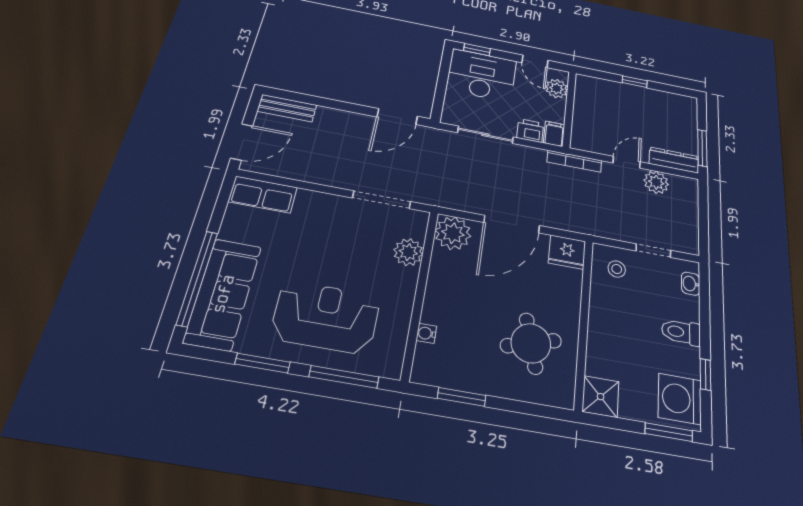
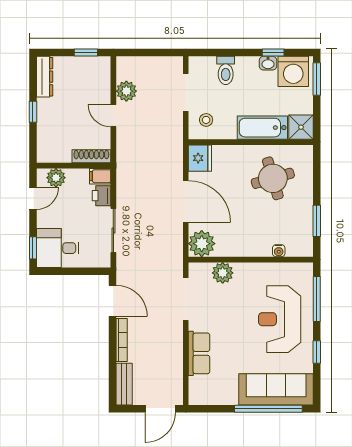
desk: (482, 75) -> (58, 248), width x0.73
shoe rack: (579, 129) -> (91, 156), added
door: (242, 142) -> (160, 409), swing flipped
window: (702, 148) -> (86, 53), width x0.67
dresser: (674, 160) -> (45, 77), moved, turned 180
bookcase: (574, 161) -> (122, 340), moved
row of seats: (263, 194) -> (199, 353), moved
doorway: (653, 251) -> (186, 92), width x1.38
washbasin: (691, 284) -> (268, 63), moved
toilet: (681, 332) -> (226, 70), moved
bathtub: (603, 341) -> (262, 128), added
window: (263, 363) -> (317, 352), width x0.67

